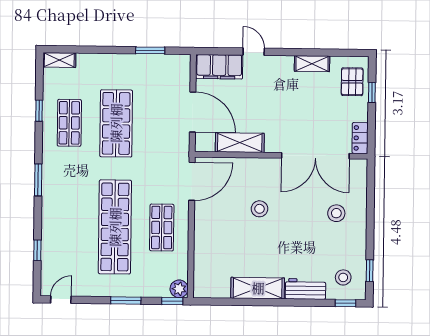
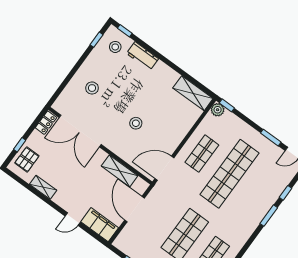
door: (254, 52) -> (73, 219), hinge flipped
double door: (315, 156) -> (80, 131), swing flipped
window: (38, 180) -> (269, 216), moved
shelving: (258, 288) -> (193, 93), moved
window: (126, 300) -> (271, 138), moved

